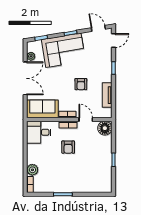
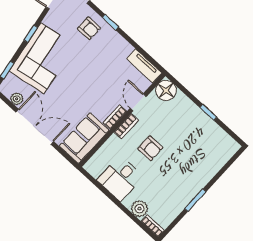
armchair: (81, 84) -> (89, 28), moved
tv unit: (107, 95) -> (144, 66), moved
door: (86, 120) -> (138, 102), hinge flipped
desk: (39, 132) -> (120, 178), moved

